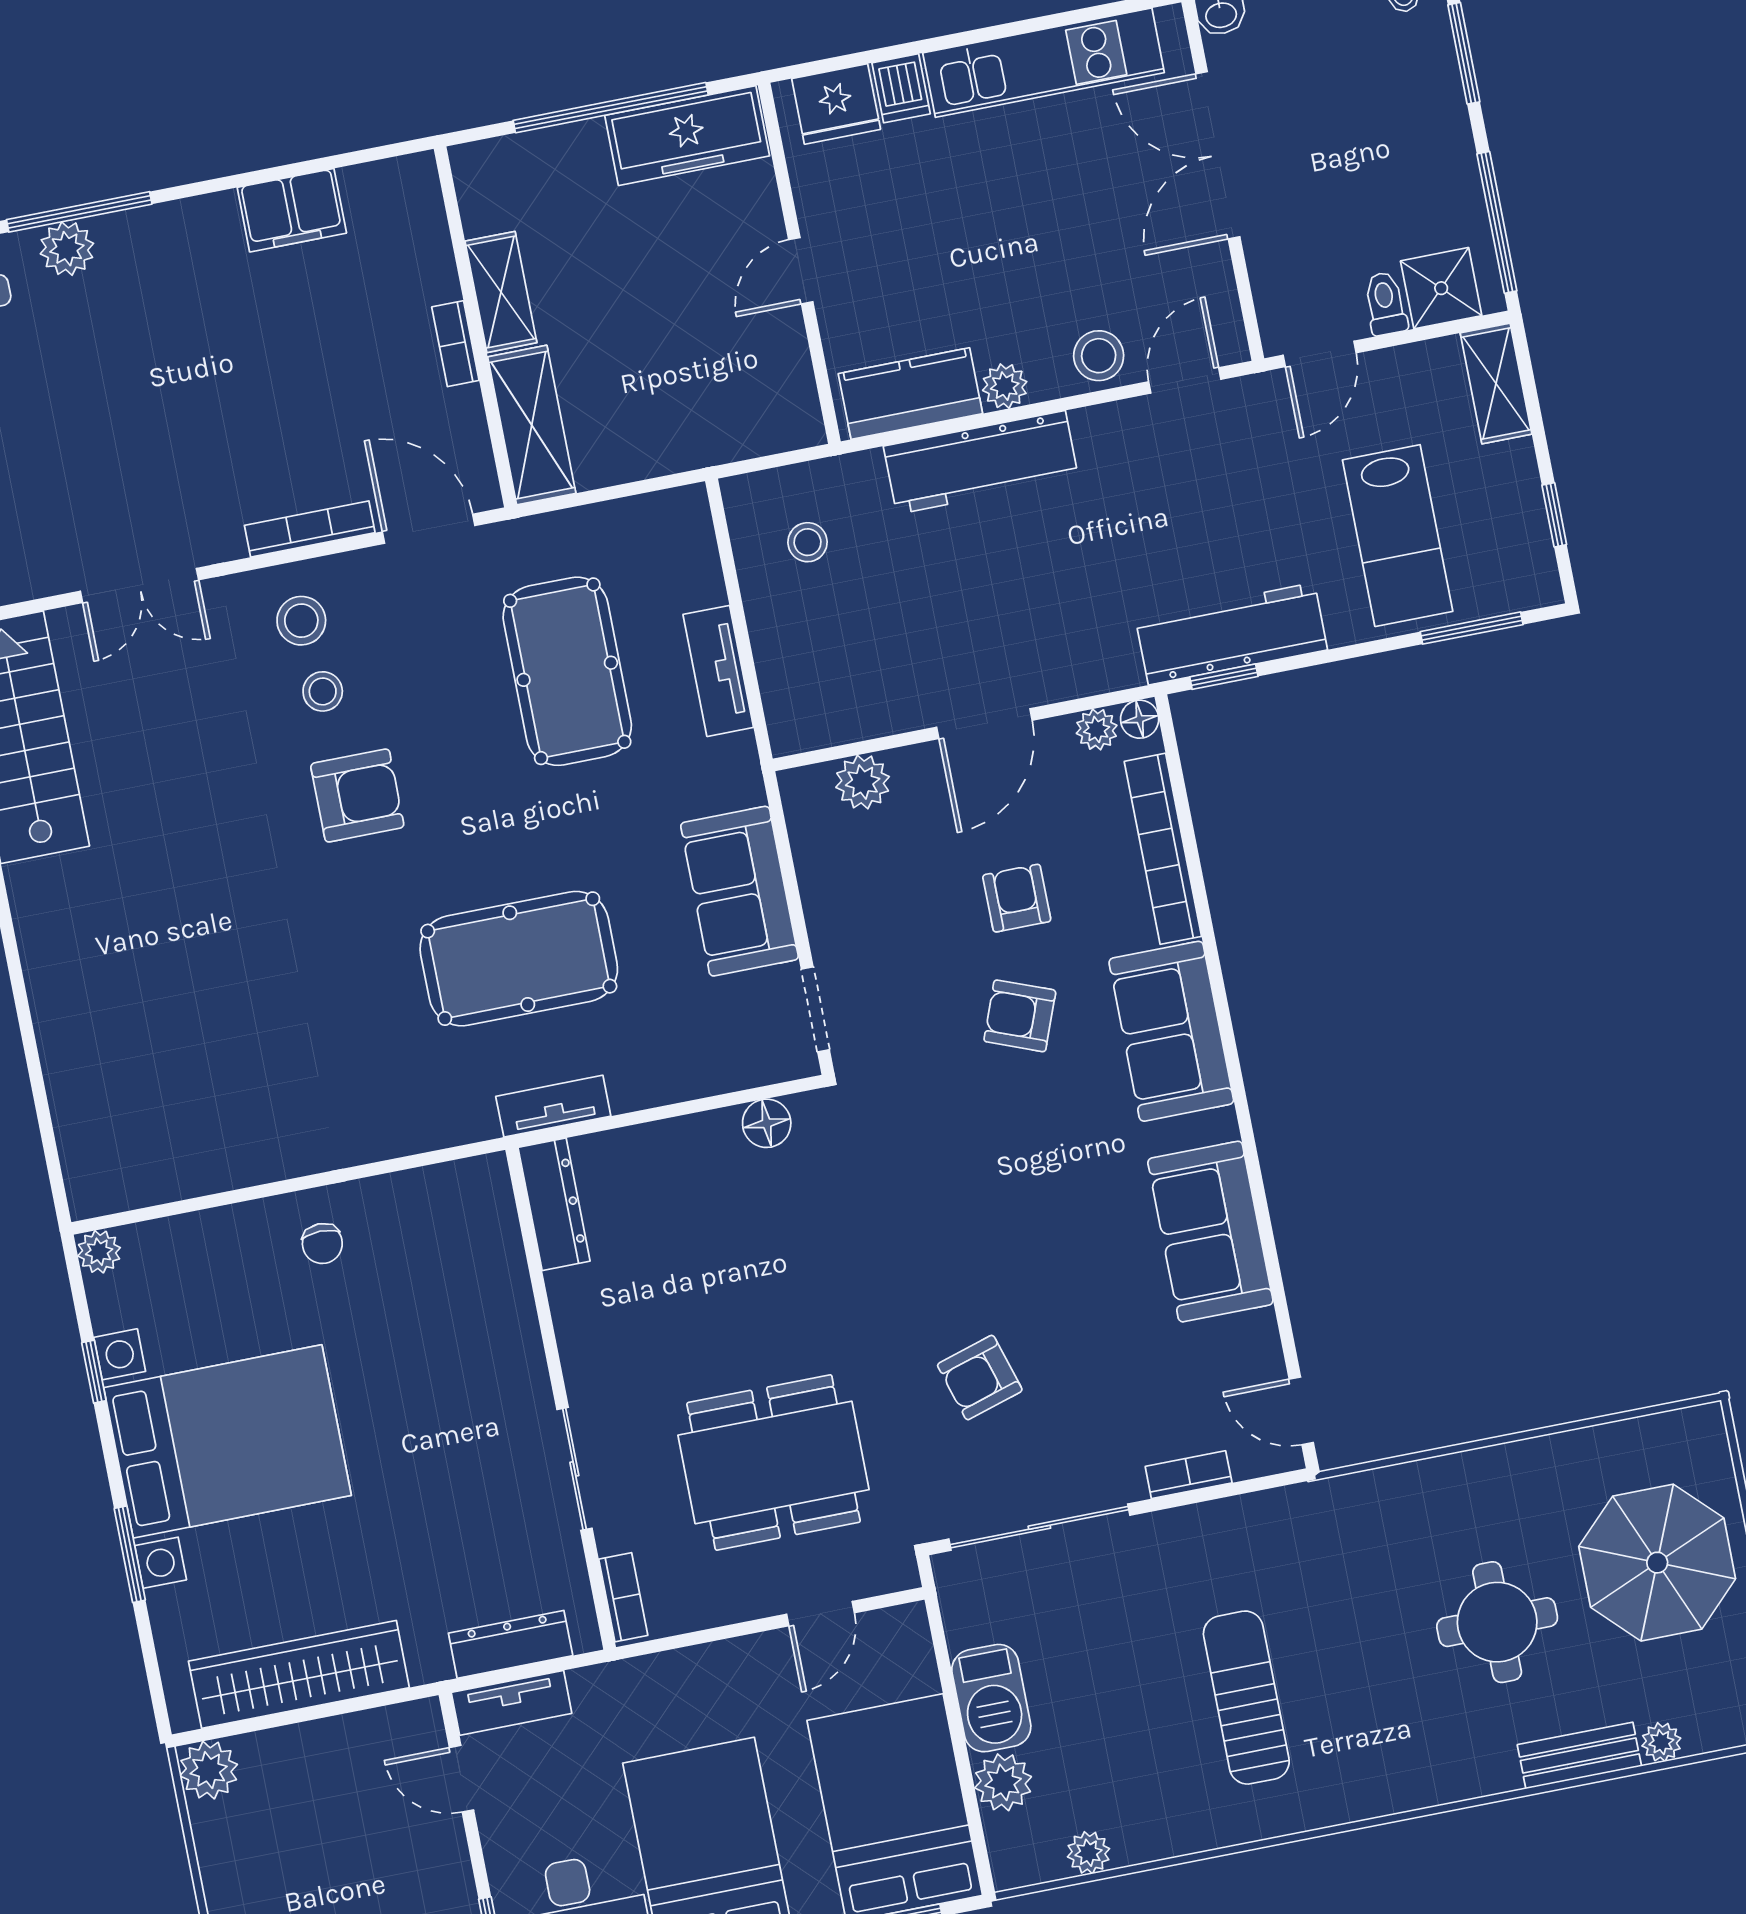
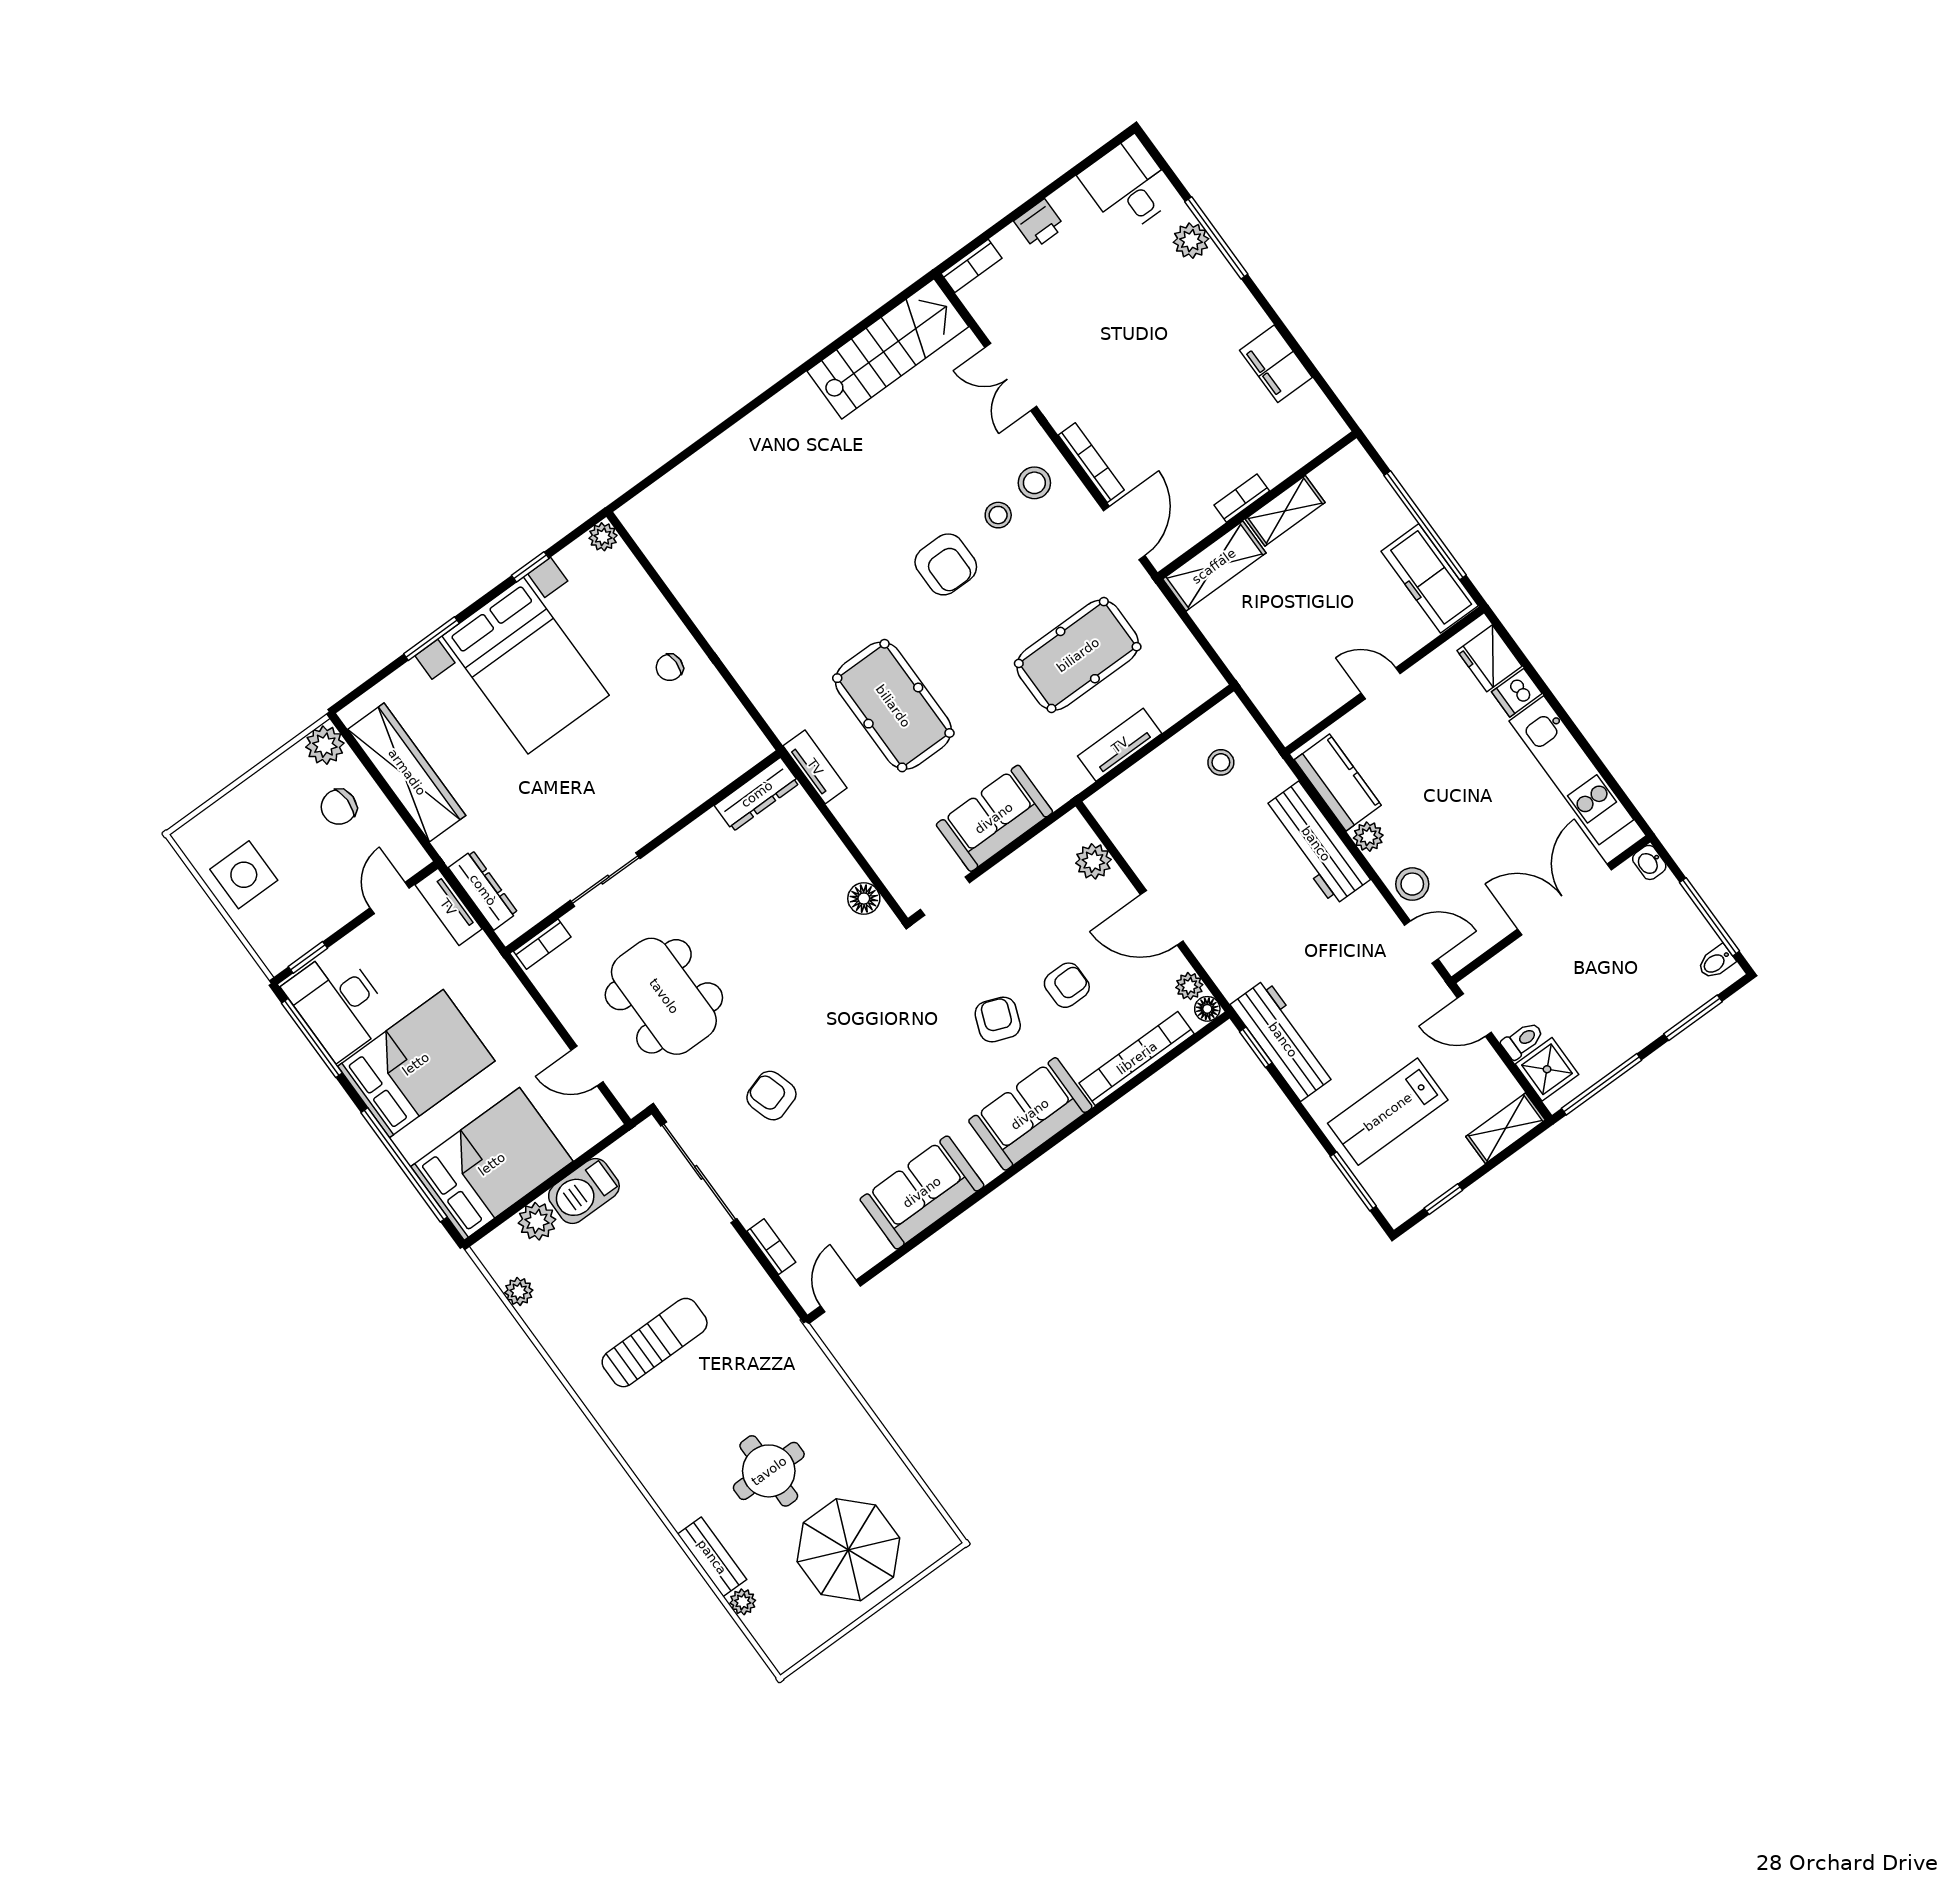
chair: (303, 1790) -> (339, 807), added

